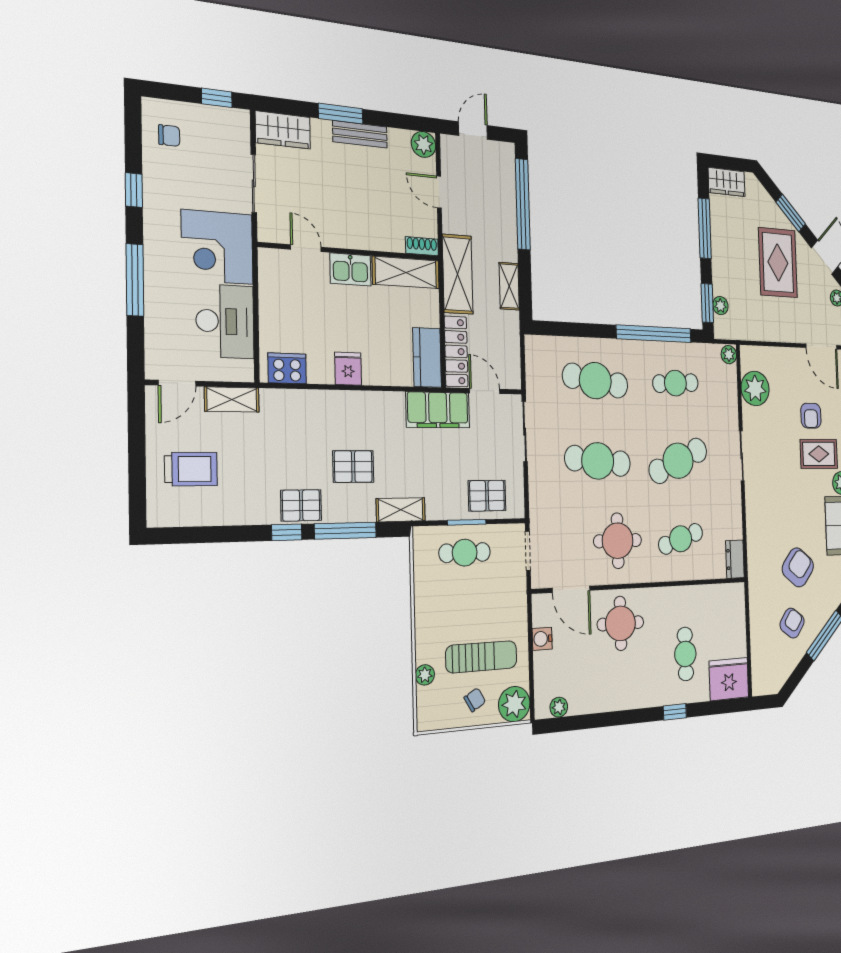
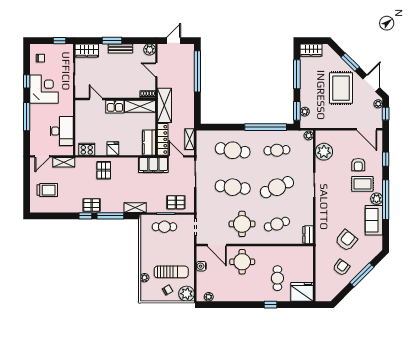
corner desk: (217, 247) -> (44, 89), moved, turned 180
shelving: (509, 286) -> (190, 139), moved
pallet: (353, 467) -> (104, 170), moved, turned 90

